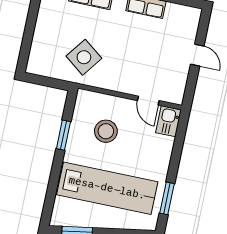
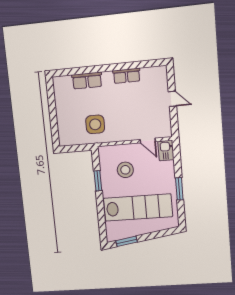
side table: (84, 57) -> (95, 124), turned -37
window: (167, 198) -> (179, 189), moved

